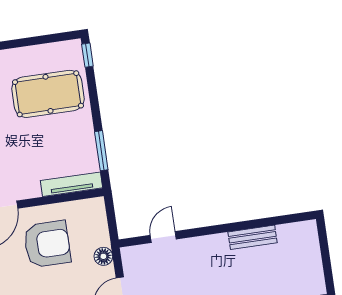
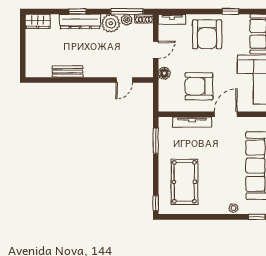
pool table: (48, 94) -> (184, 182), turned 90
tv unit: (72, 184) -> (192, 122), moved

